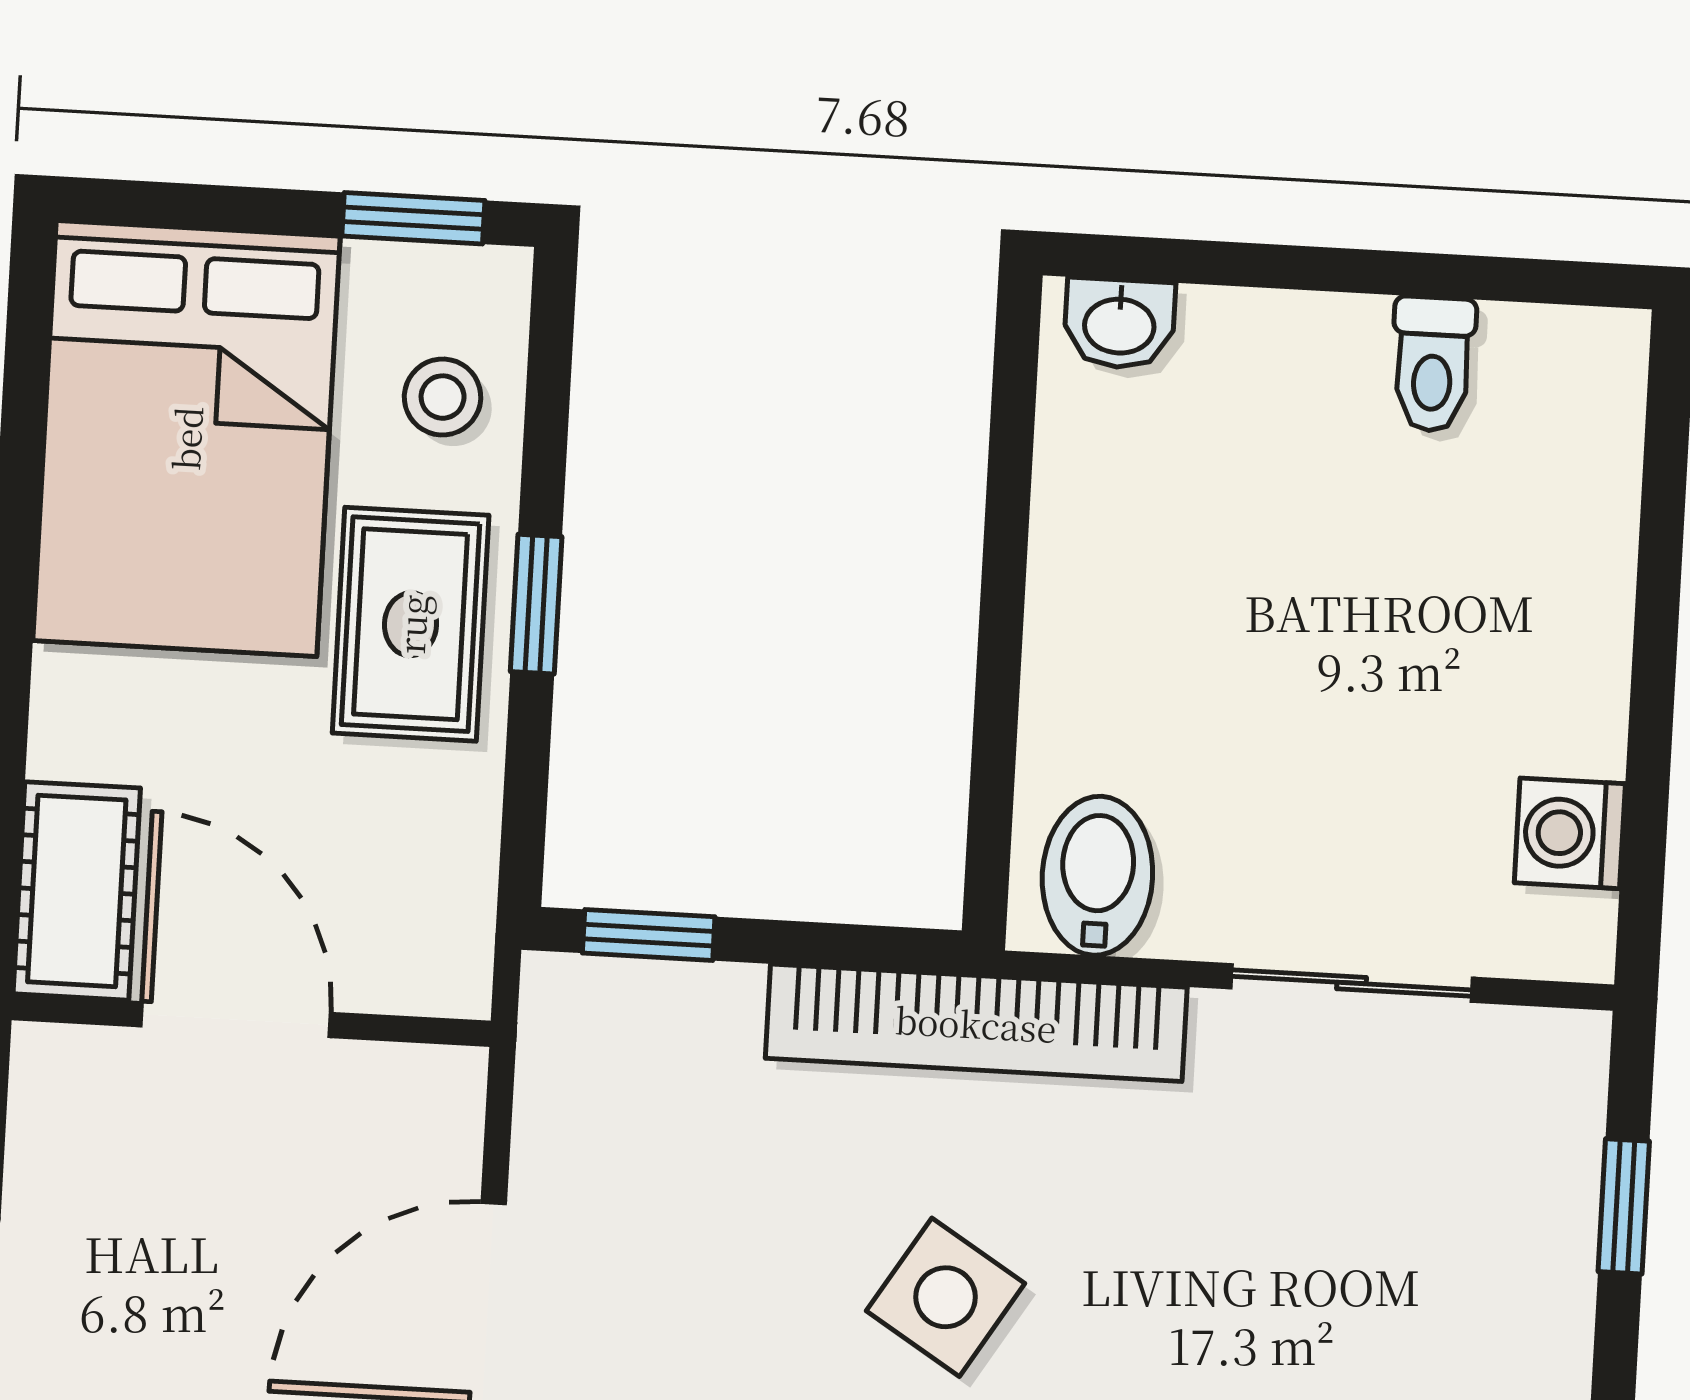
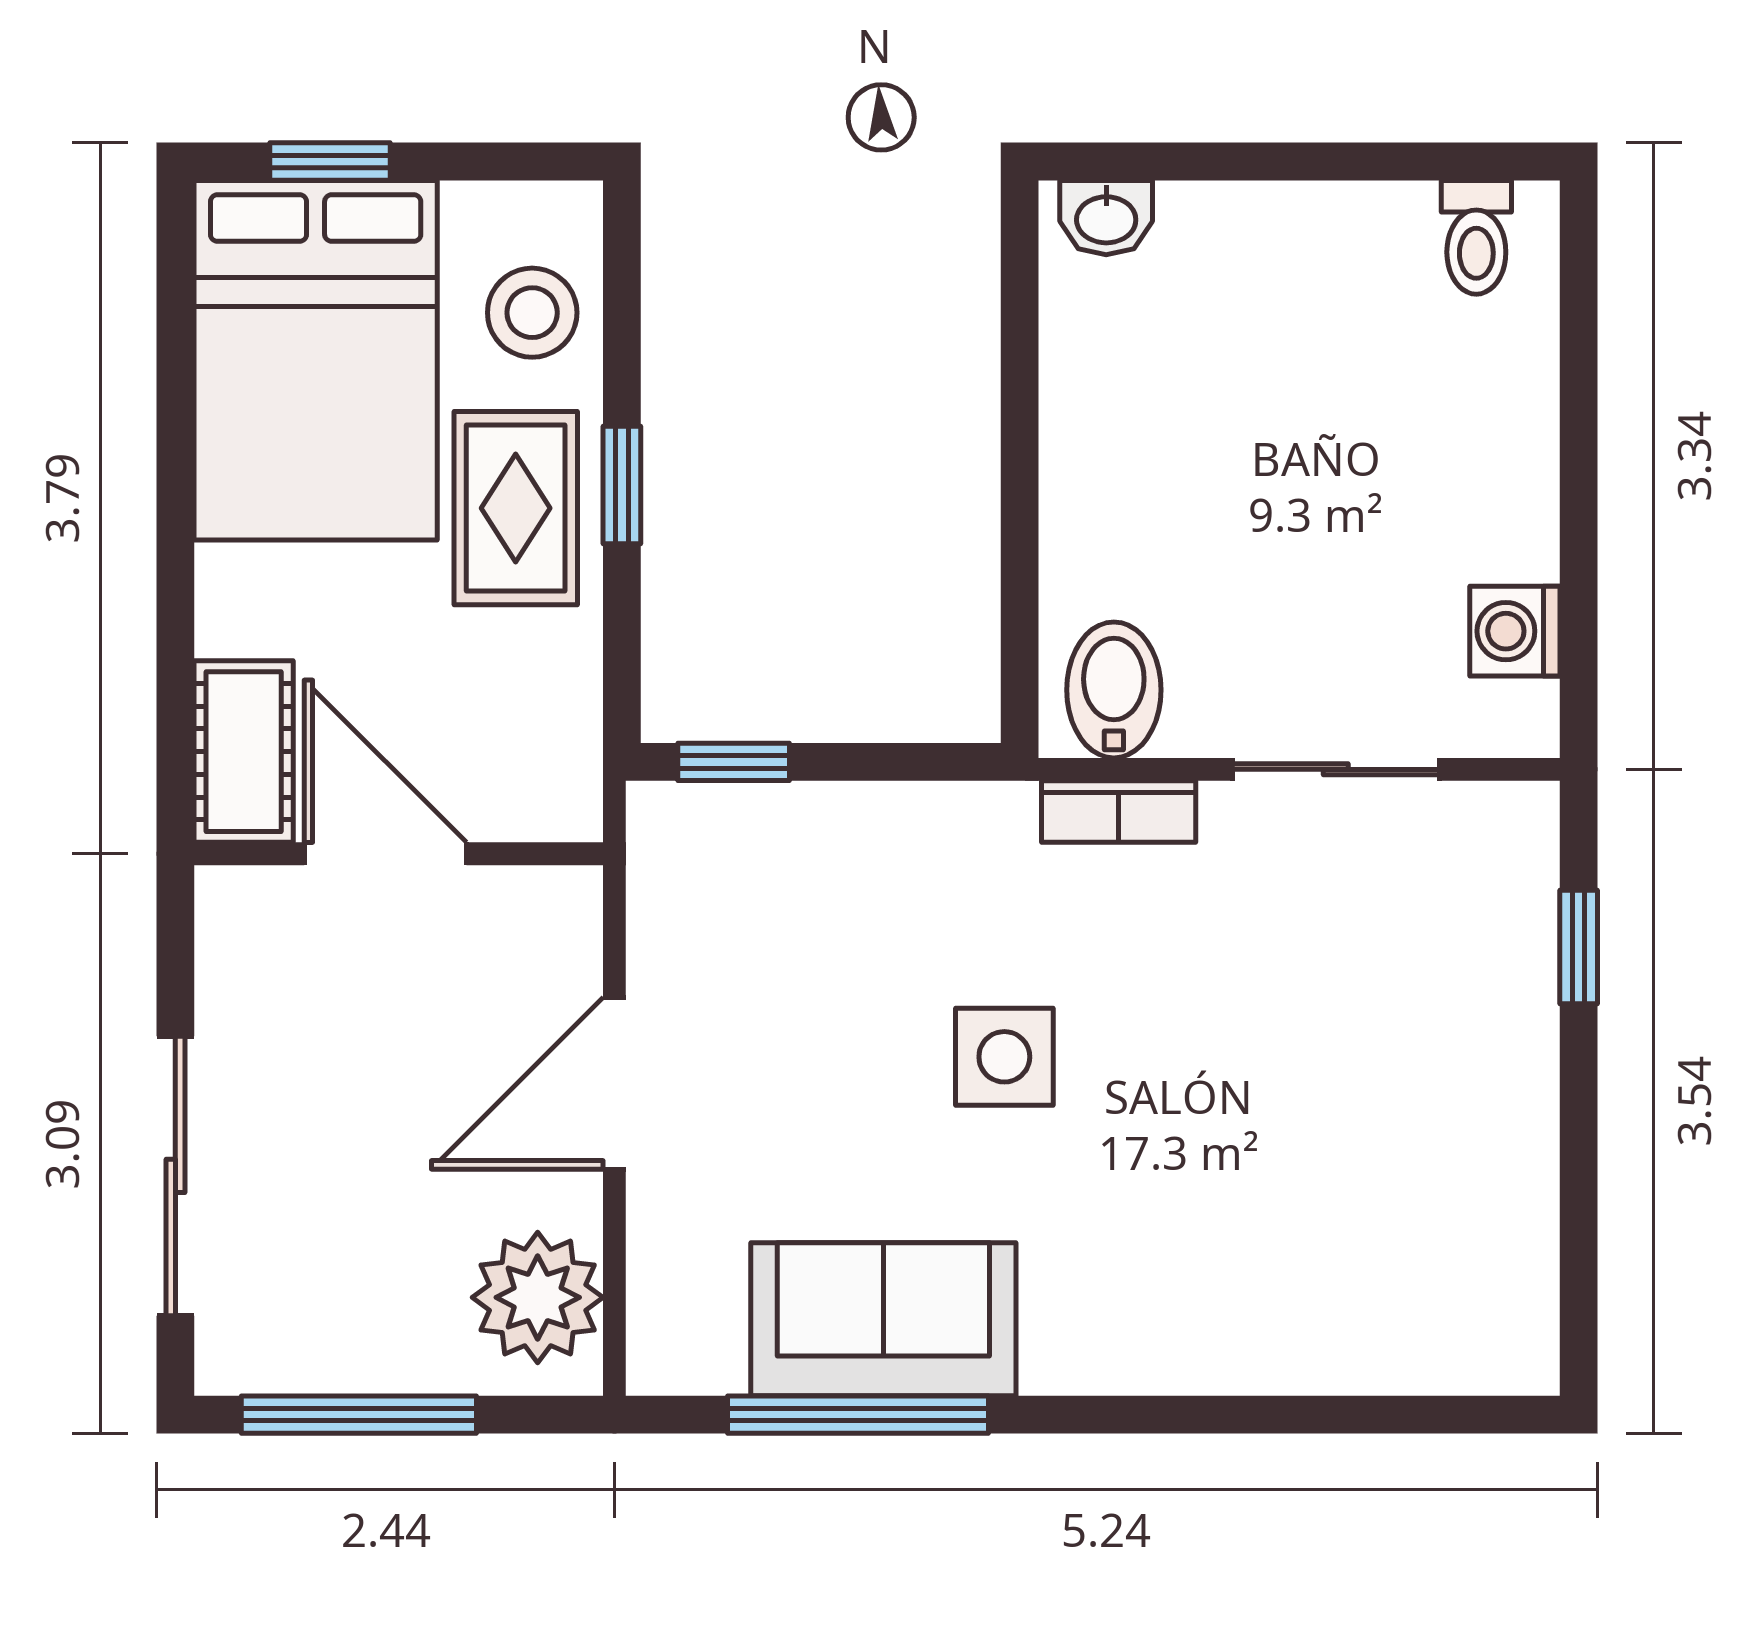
window: (413, 218) -> (330, 162), moved
toilet: (1433, 364) -> (1476, 237), moved
stool: (443, 397) -> (532, 313), width x1.37, depth x1.37
bookcase: (976, 1023) -> (1119, 811), width x0.43, depth x0.76
side table: (946, 1297) -> (1004, 1057), turned -32

